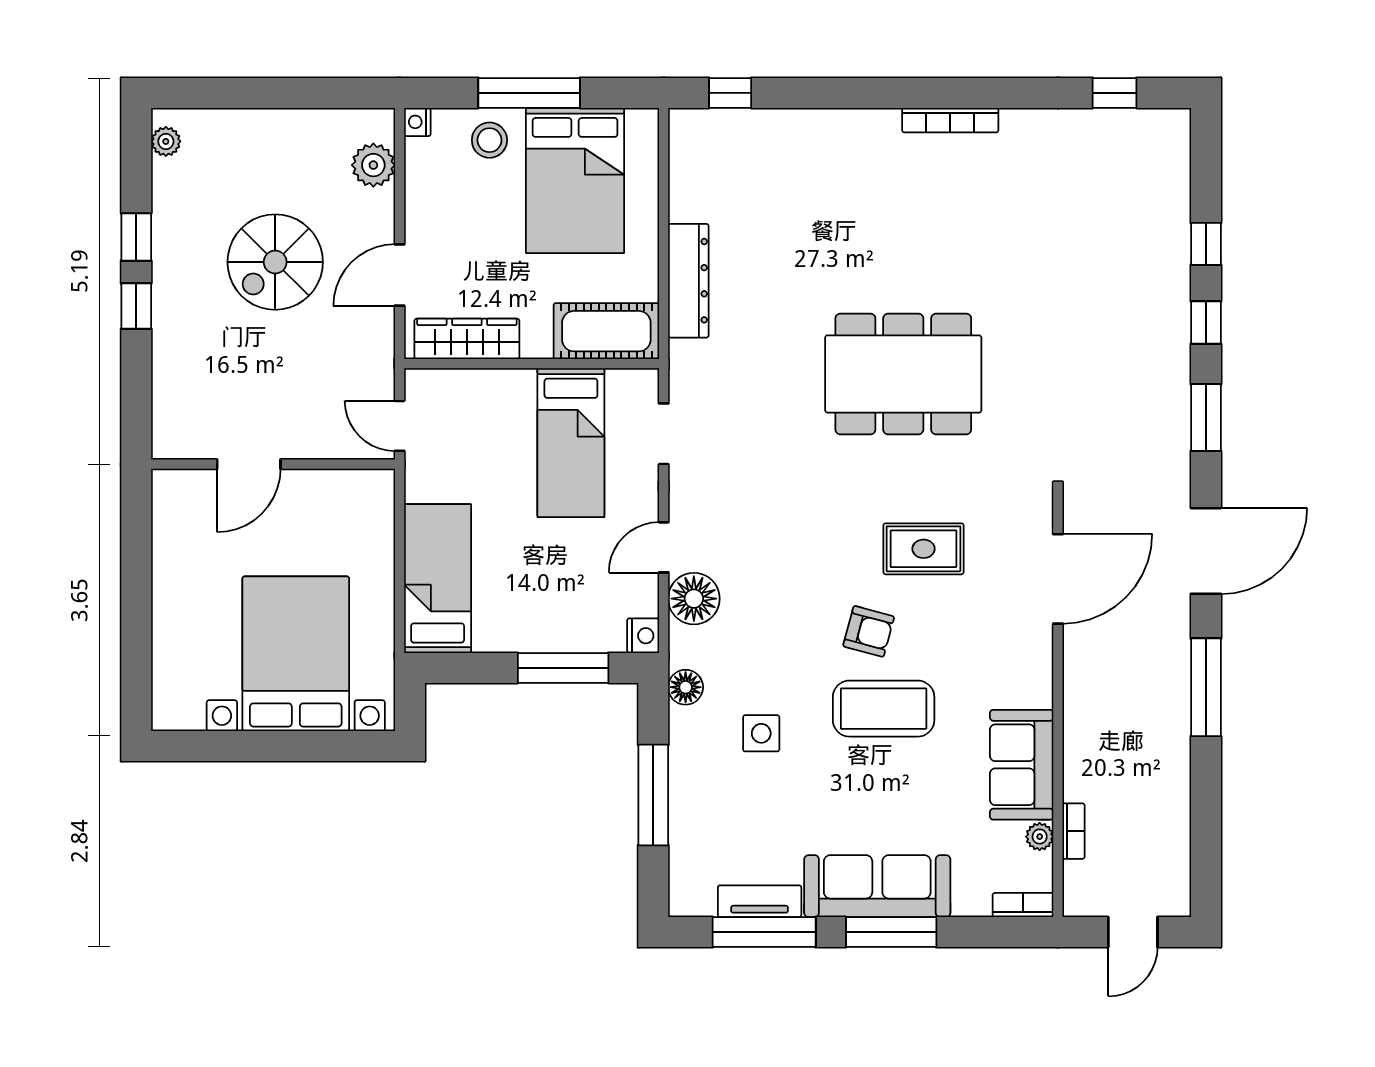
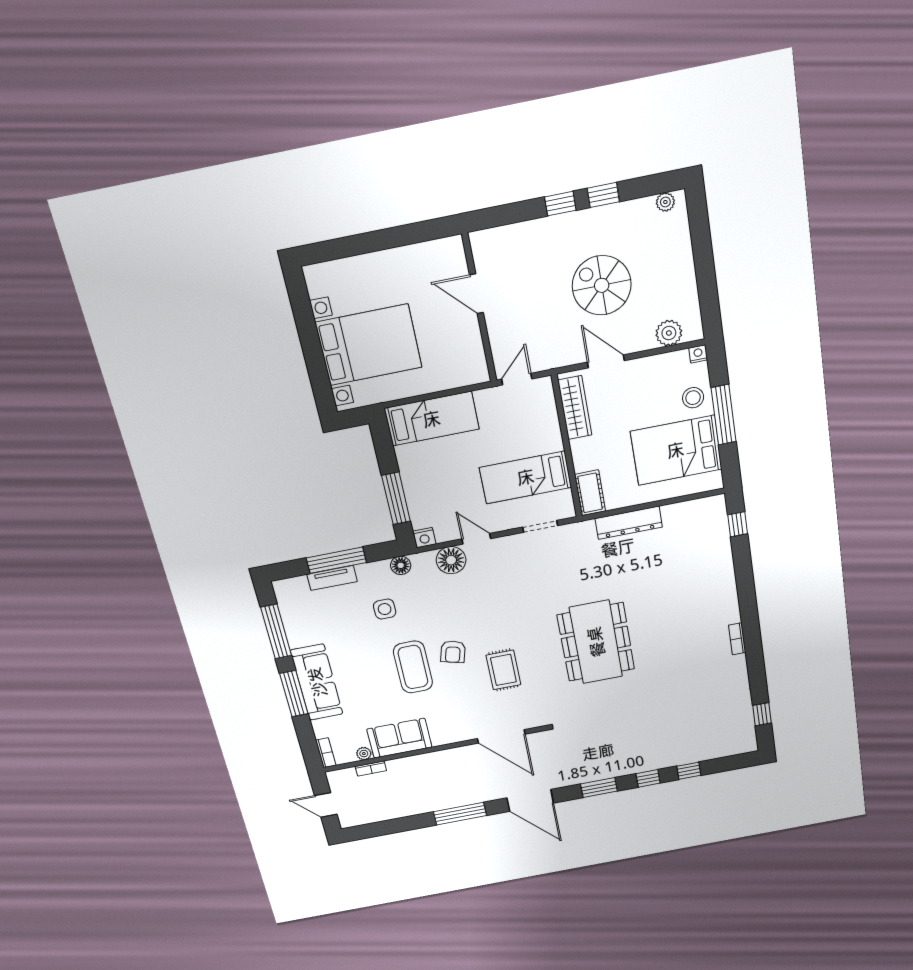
bookcase: (950, 120) -> (737, 639), width x0.64
cot: (606, 331) -> (590, 493), width x0.73, depth x0.75
tv unit: (760, 901) -> (332, 578), moved, turned 90

